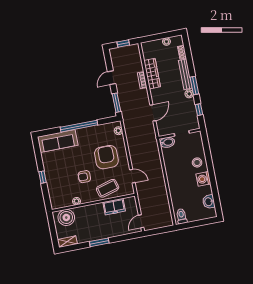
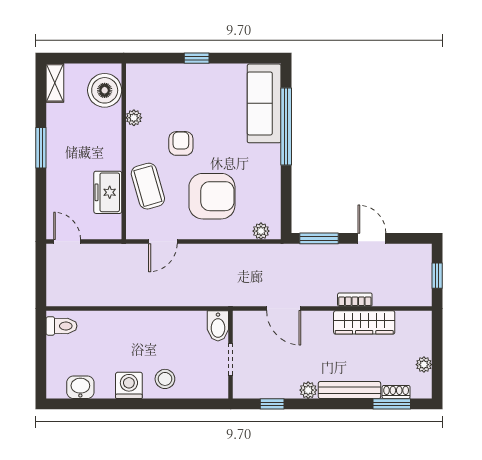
window: (194, 86) -> (392, 404), moved
window: (79, 126) -> (286, 127), moved

